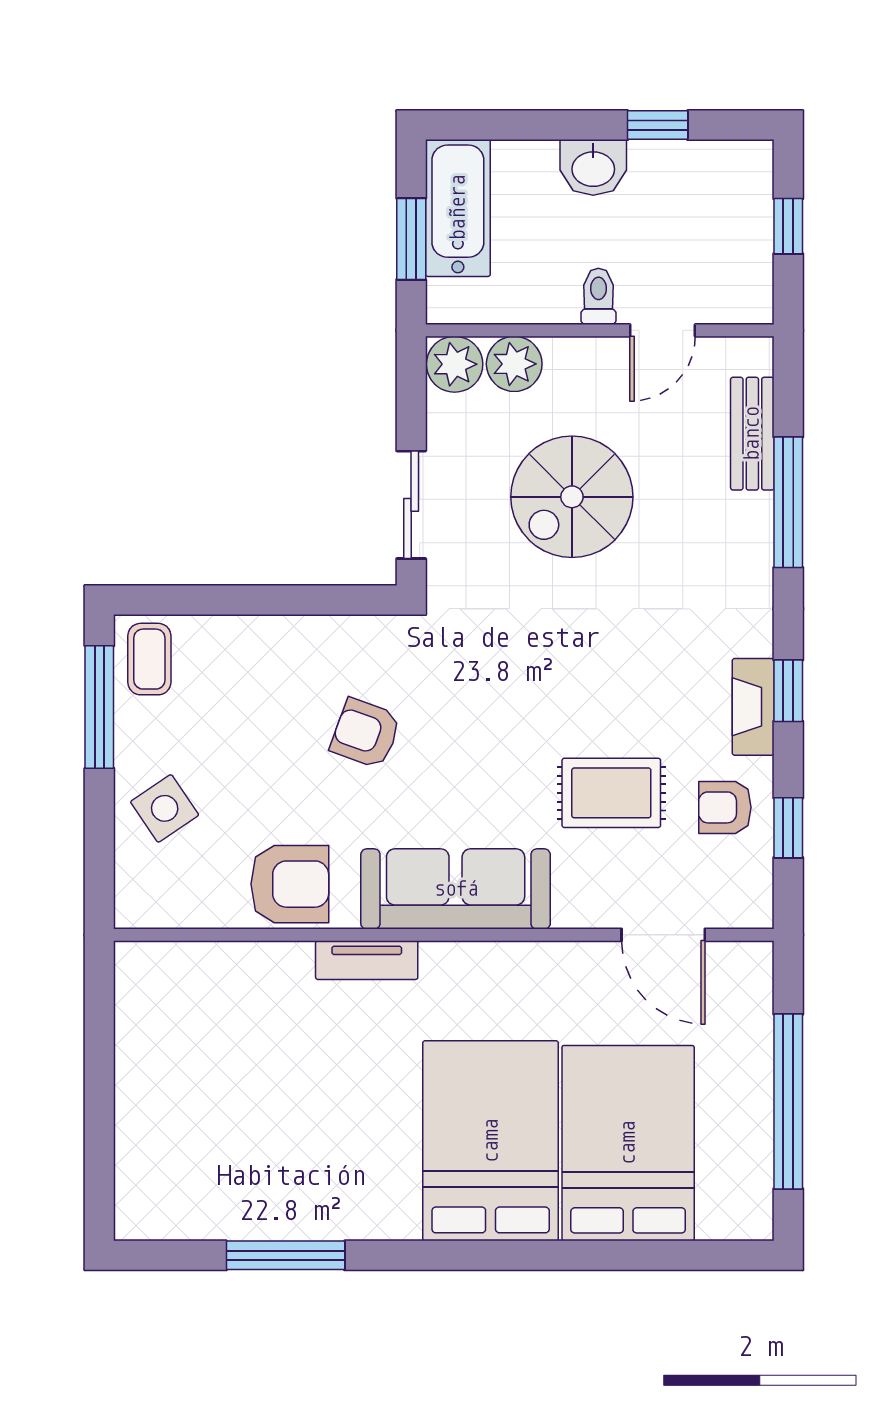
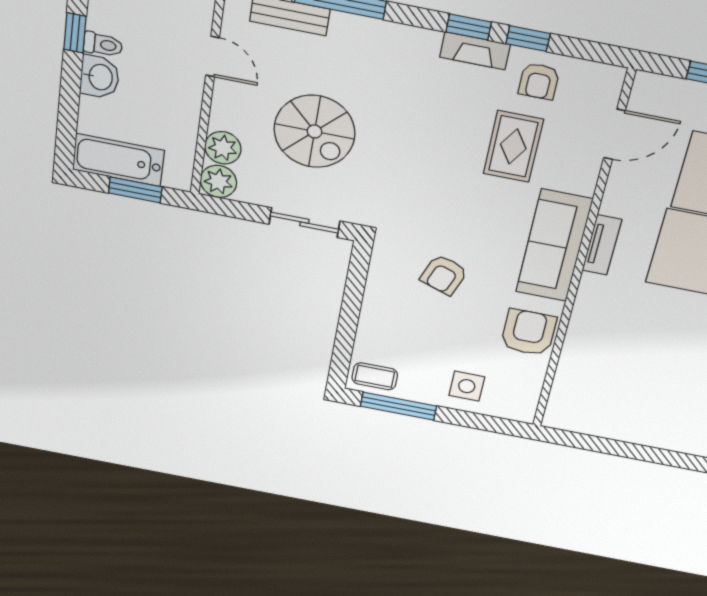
toilet: (598, 296) -> (103, 45), moved, turned 180
side table: (165, 808) -> (467, 386), turned 34
window: (788, 828) -> (528, 39), moved
tv unit: (367, 960) -> (602, 245), moved

